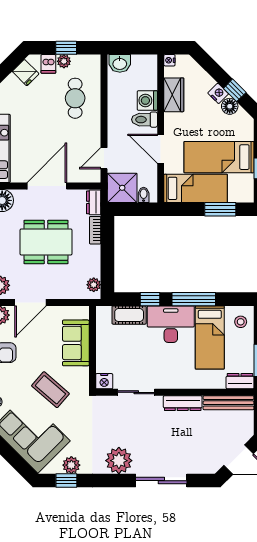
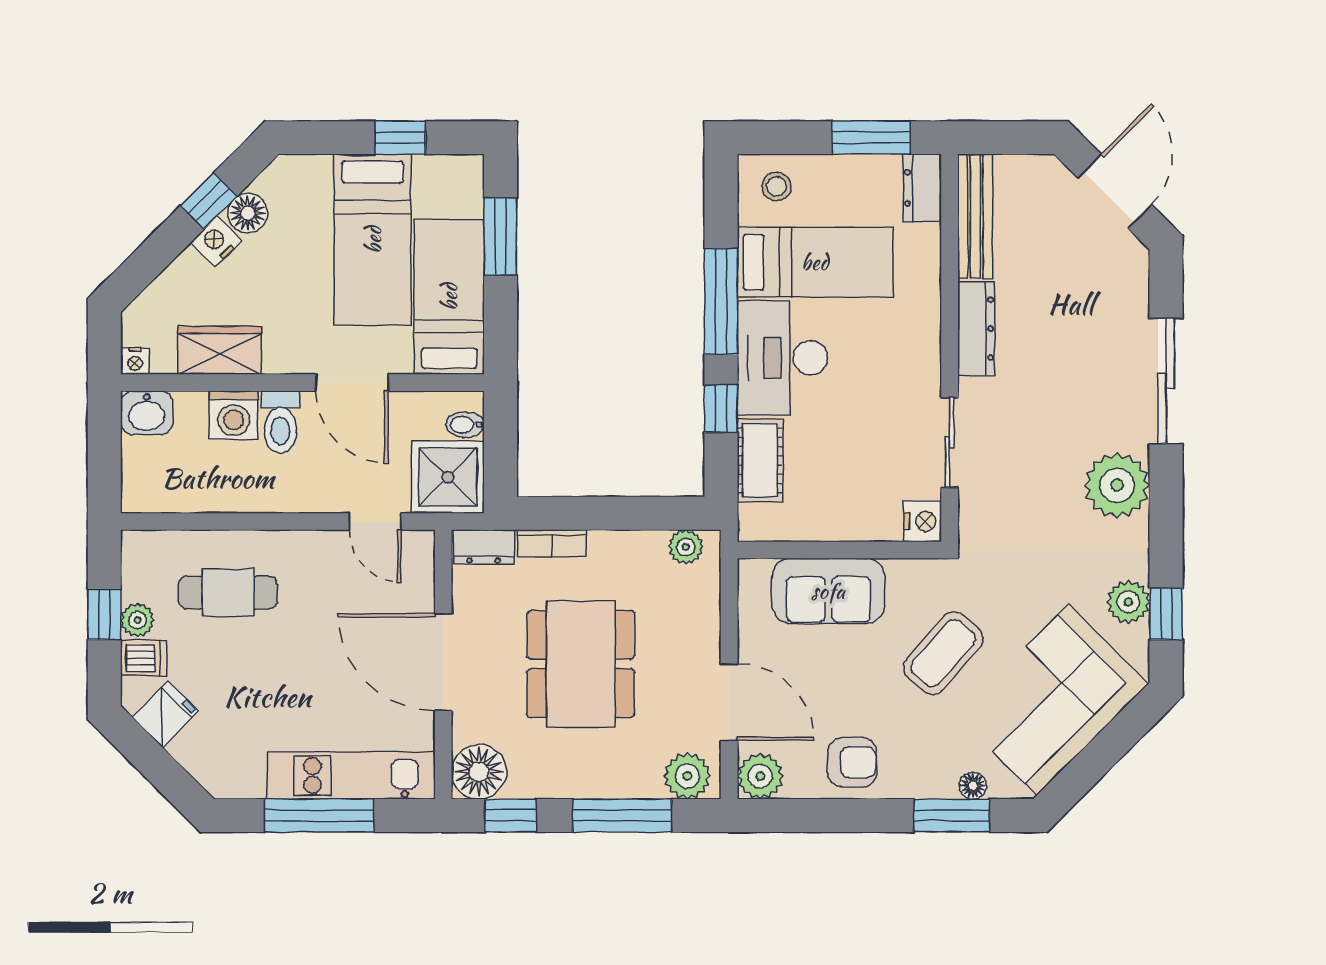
washbasin: (120, 63) -> (147, 413), moved, turned 90
door: (161, 149) -> (352, 383), hinge flipped

